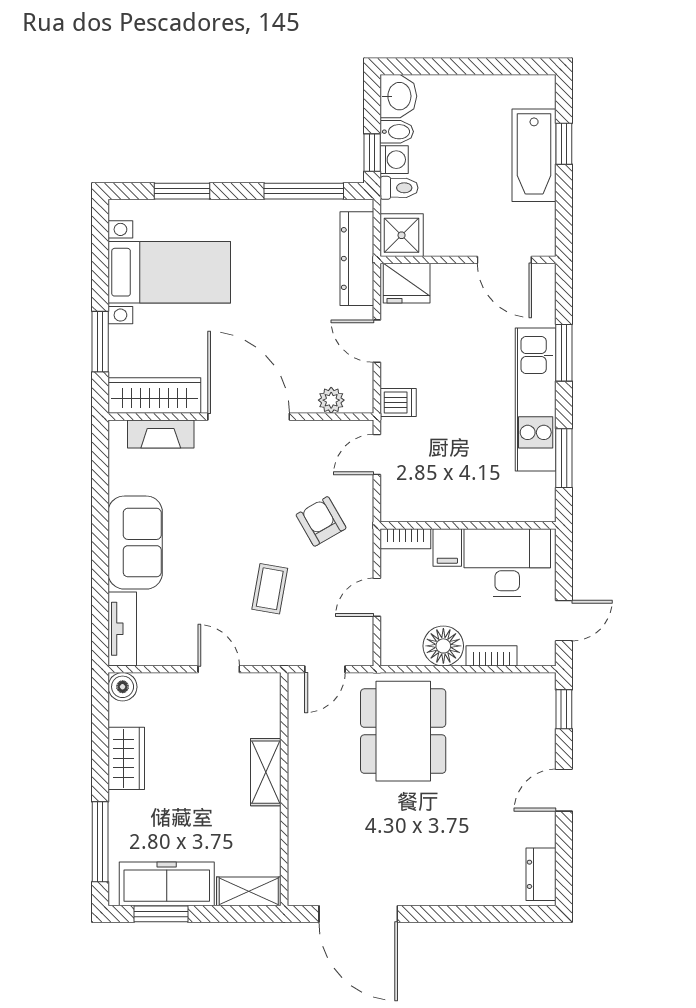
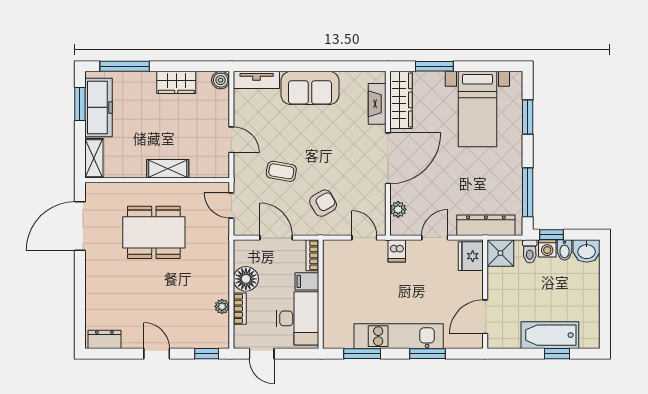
door: (377, 597) -> (276, 238), width x1.38
door: (219, 669) -> (231, 140), hinge flipped
plant: (488, 684) -> (222, 307), added
dining table: (403, 731) -> (154, 232), moved

